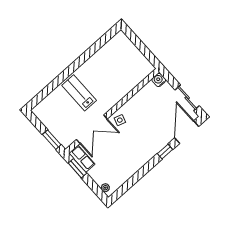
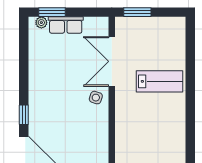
row of seats: (82, 159) -> (66, 25), moved
window: (77, 168) -> (52, 12), moved

